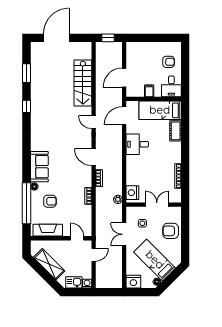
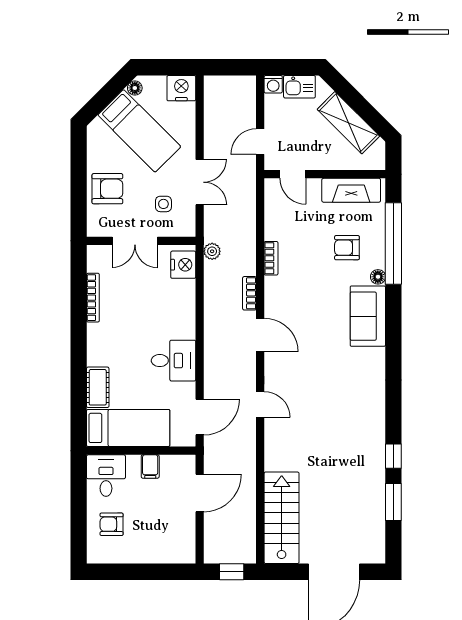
stairs: (83, 83) -> (282, 518), moved
window: (26, 106) -> (393, 456), moved

